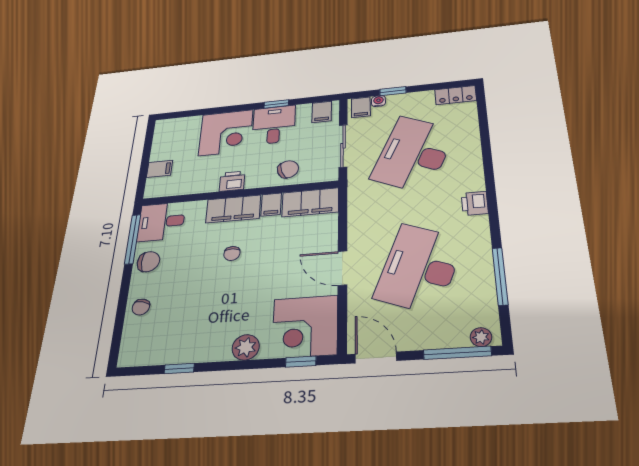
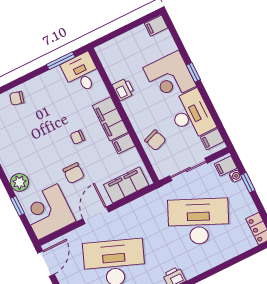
window: (276, 104) -> (193, 72), moved
desk: (274, 125) -> (191, 115), width x1.37
filing cabinet: (160, 169) -> (156, 26), moved, turned 90
printer: (232, 181) -> (123, 89), moved
filing cabinet: (310, 202) -> (126, 185), moved, turned 90
window: (133, 239) -> (61, 61), width x0.69
chair: (148, 262) -> (74, 173), moved
window: (301, 362) -> (18, 206), moved

